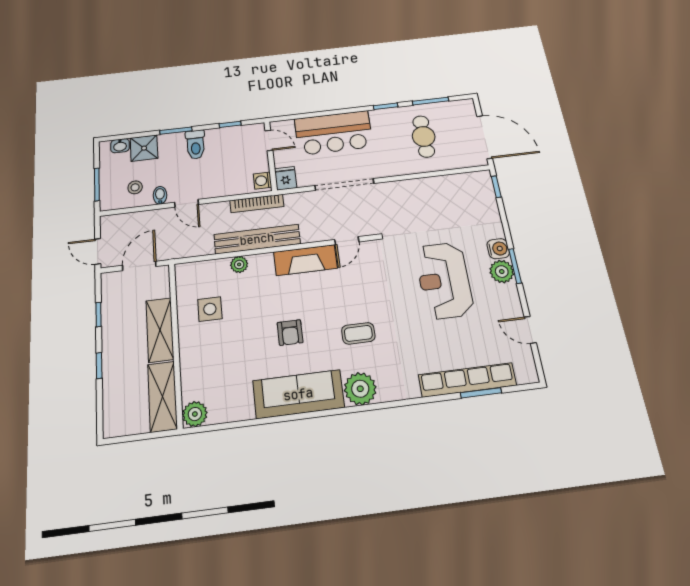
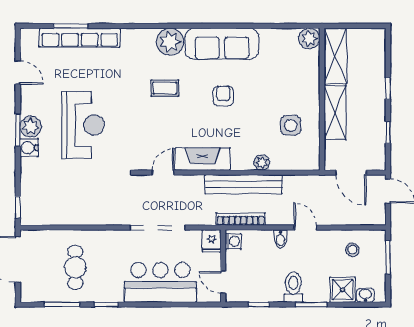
bidet: (160, 195) -> (280, 239), moved
door: (139, 266) -> (351, 173), hinge flipped

